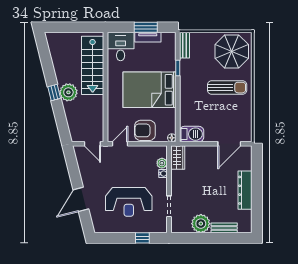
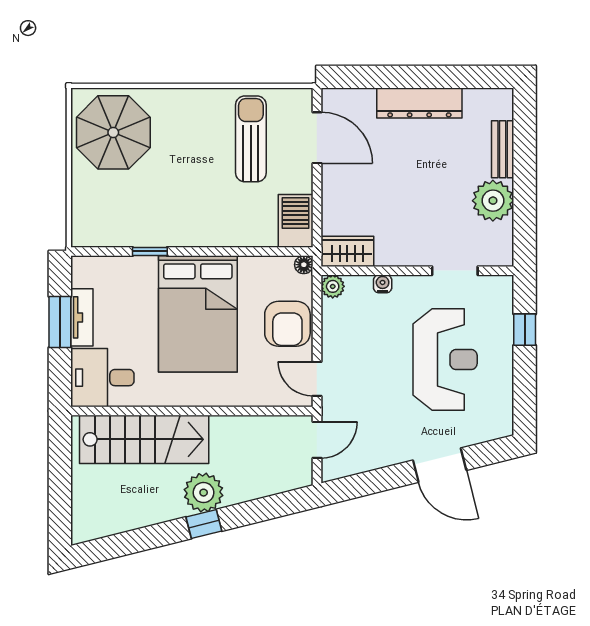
bench: (185, 45) -> (99, 237), removed
sun lounger: (227, 88) -> (251, 139), moved
plant: (162, 163) -> (333, 286), moved

